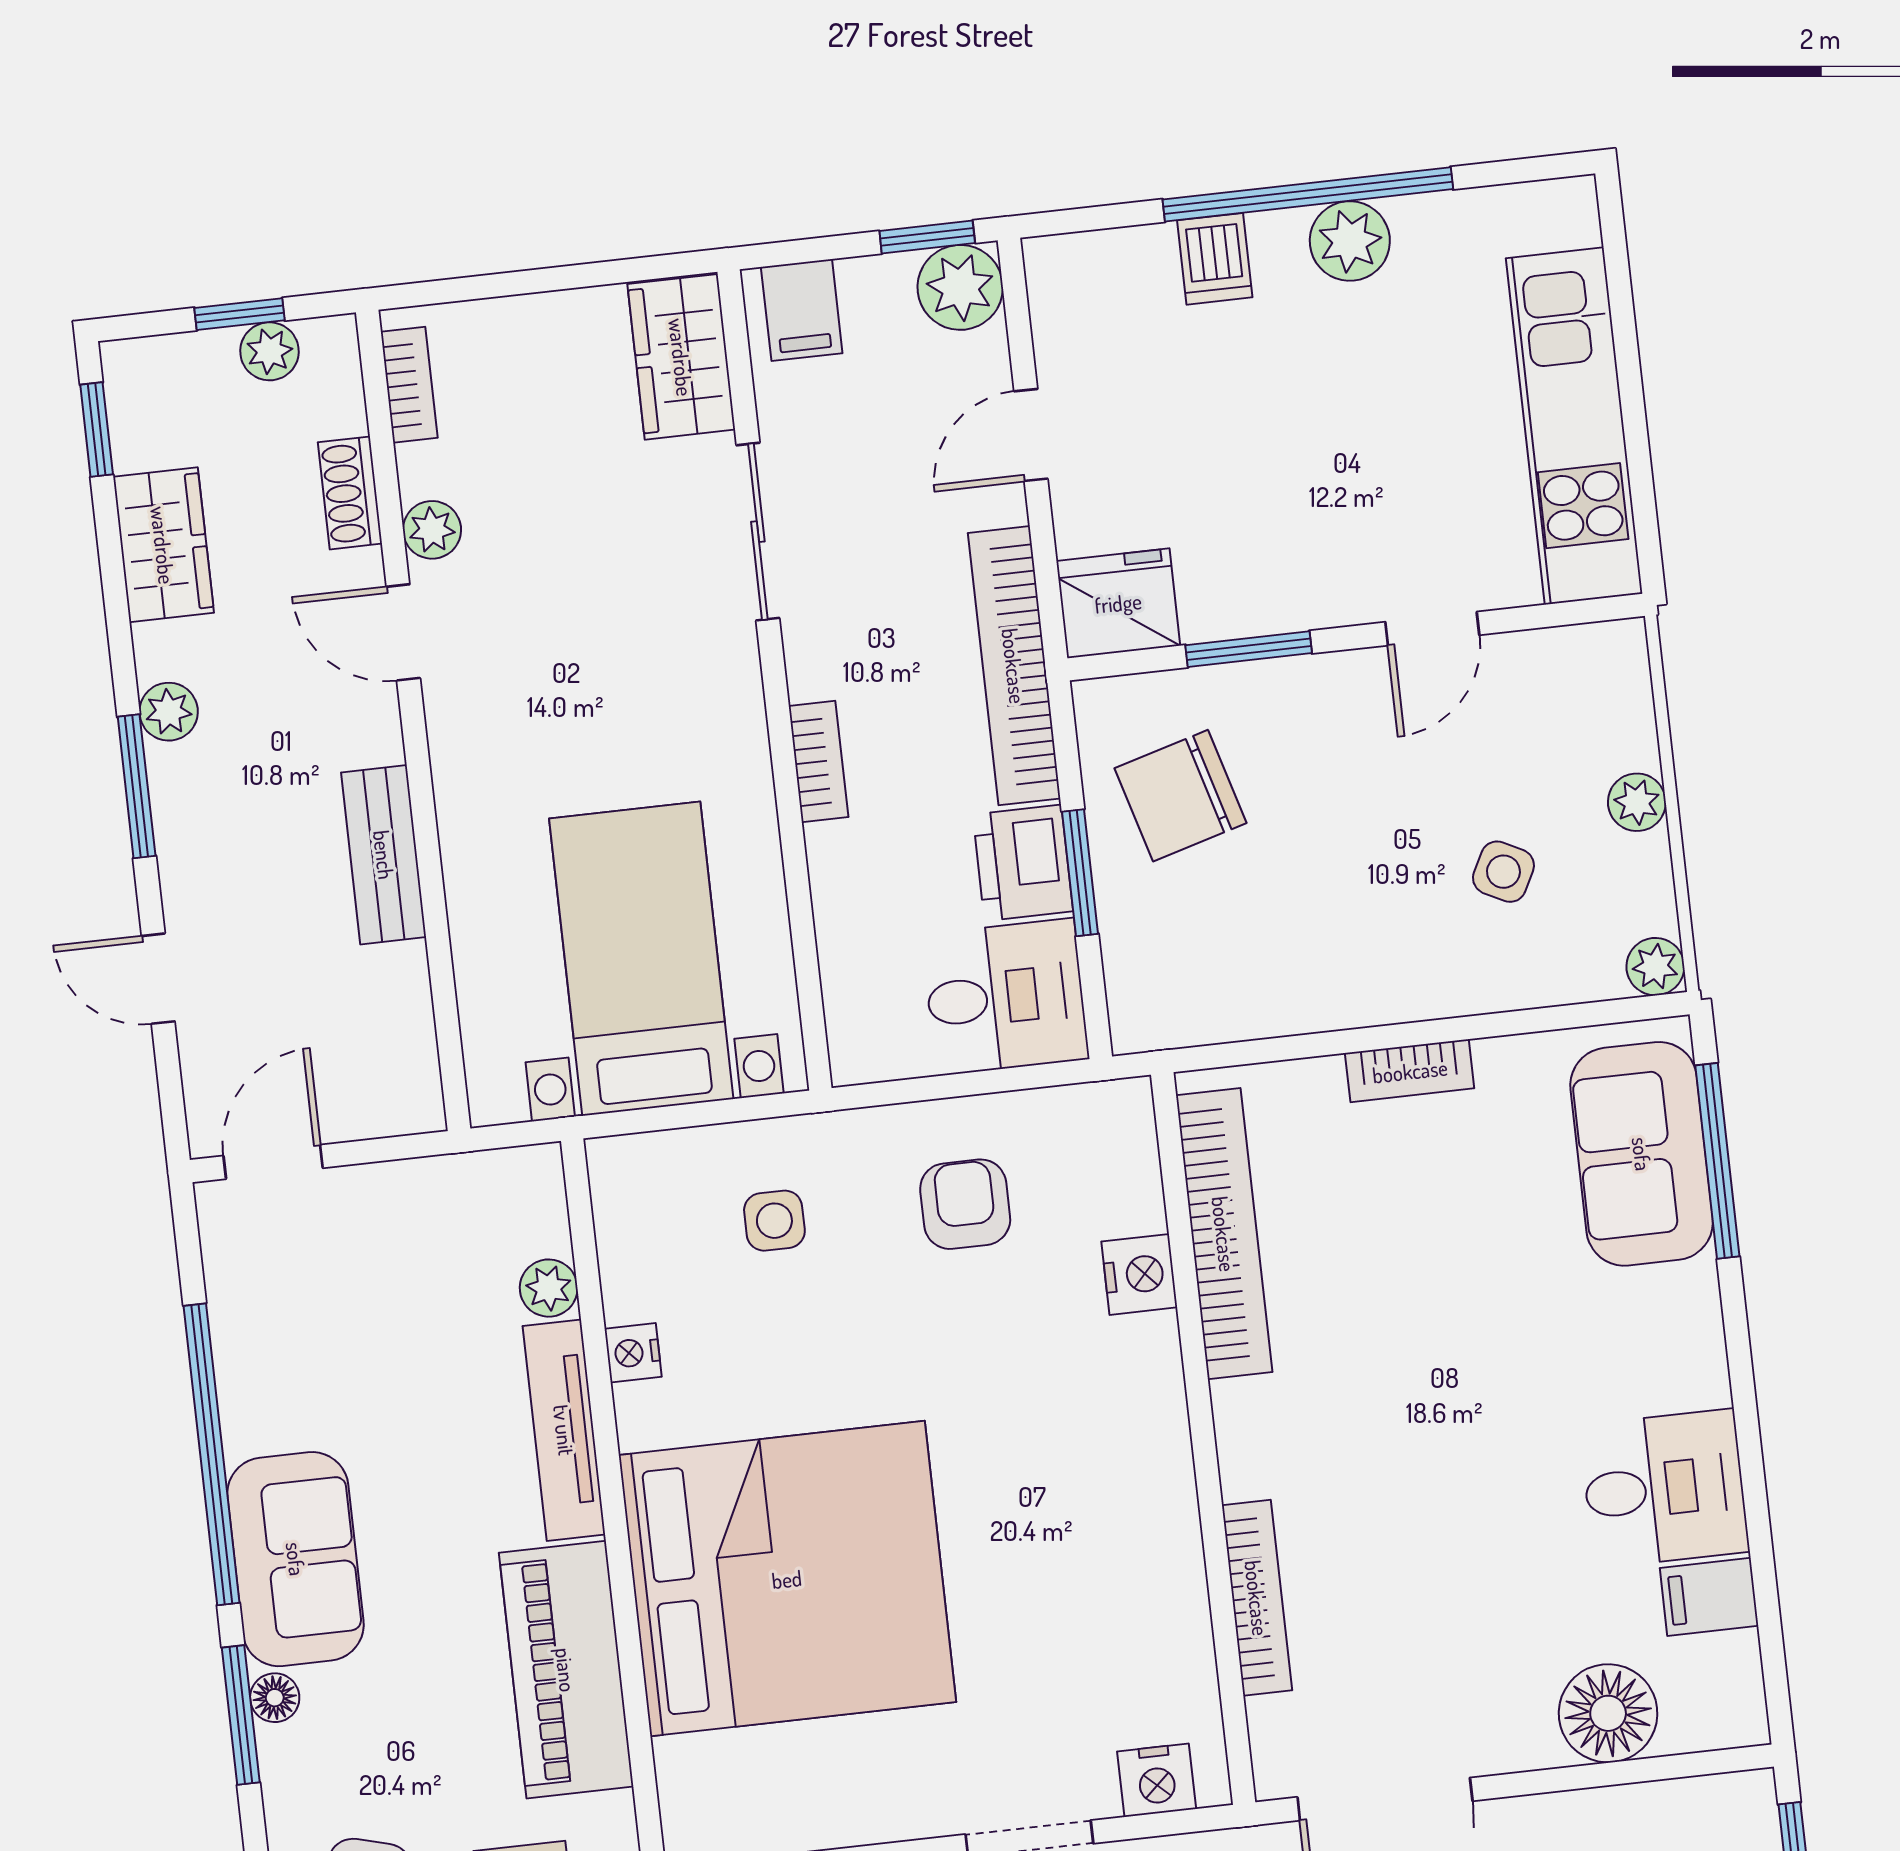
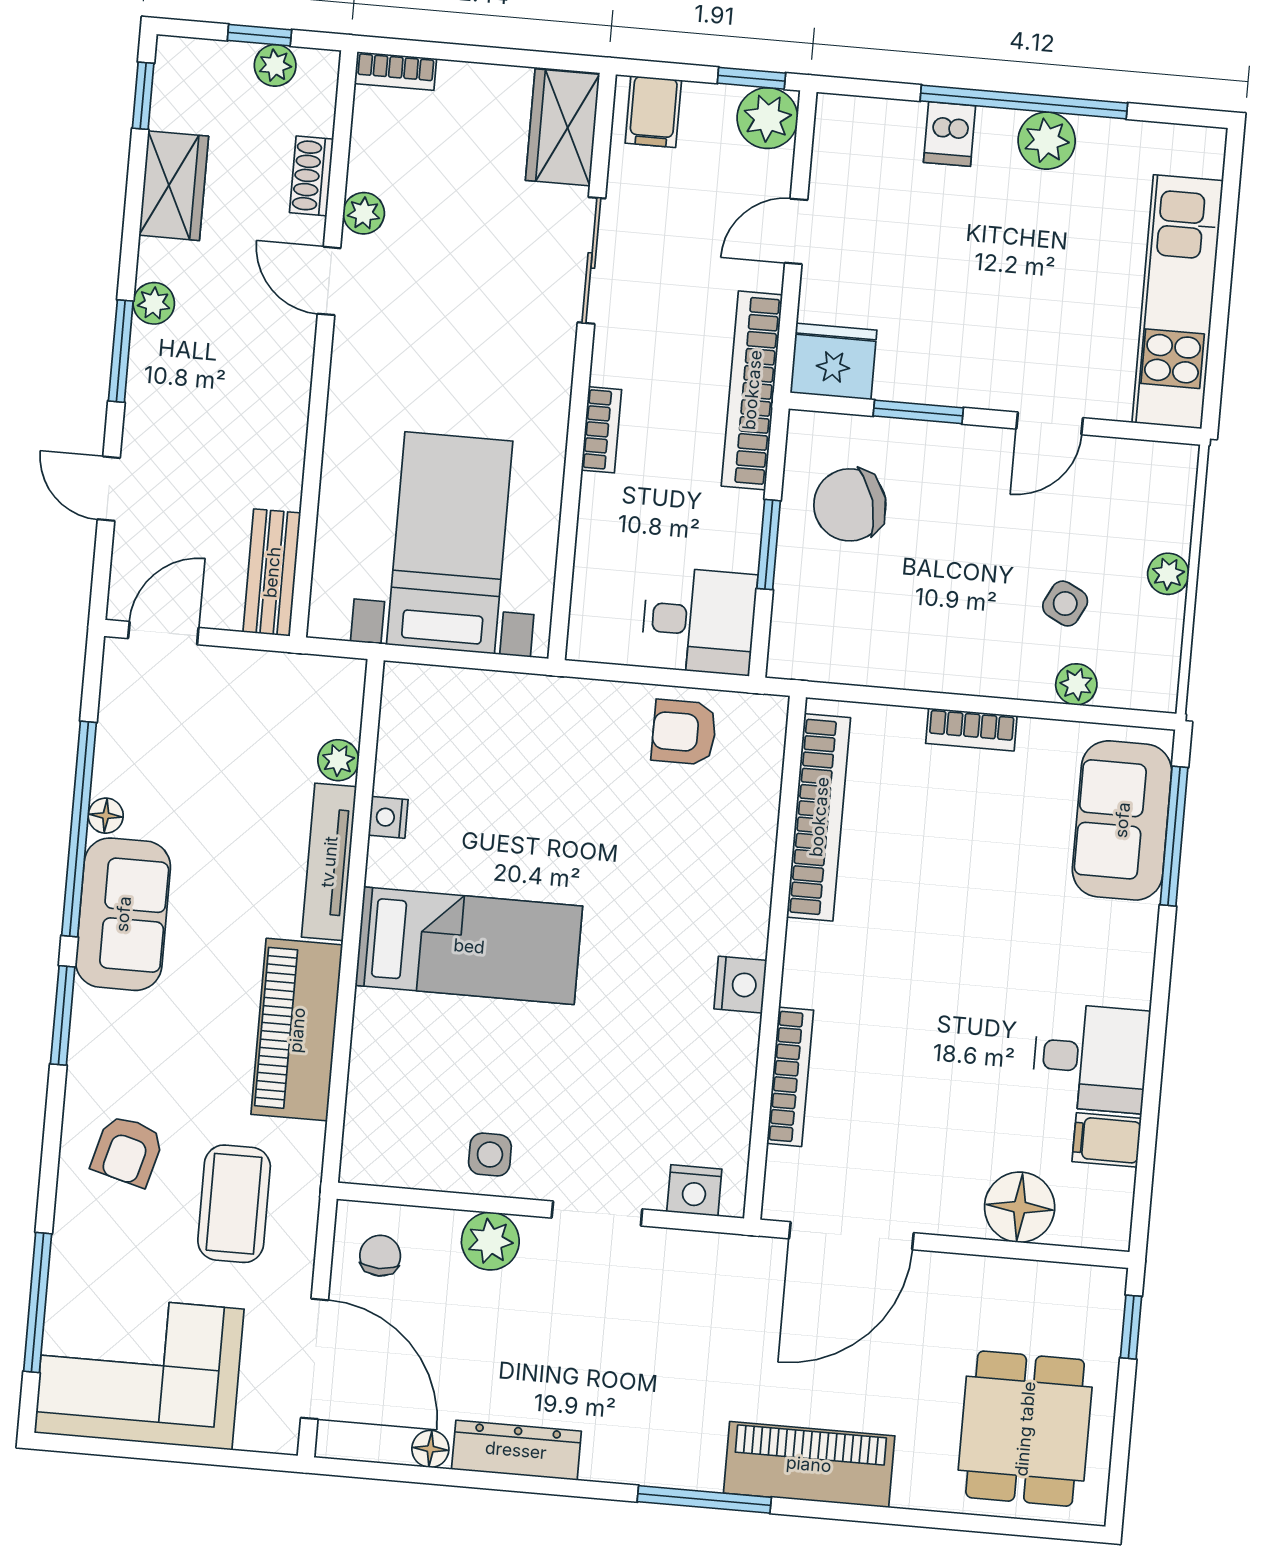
bookcase: (409, 385) -> (395, 71), moved, turned 90
bench: (384, 855) -> (272, 572), moved
printer: (1023, 863) -> (730, 530), removed
plant: (1655, 967) -> (1076, 684), moved
armchair: (965, 1204) -> (684, 732), moved, turned -90
side table: (774, 1221) -> (490, 1155), moved
nightstand: (1139, 1274) -> (740, 985), moved
bed: (787, 1579) -> (469, 946), width x0.49
floor lamp: (275, 1698) -> (106, 816), moved

